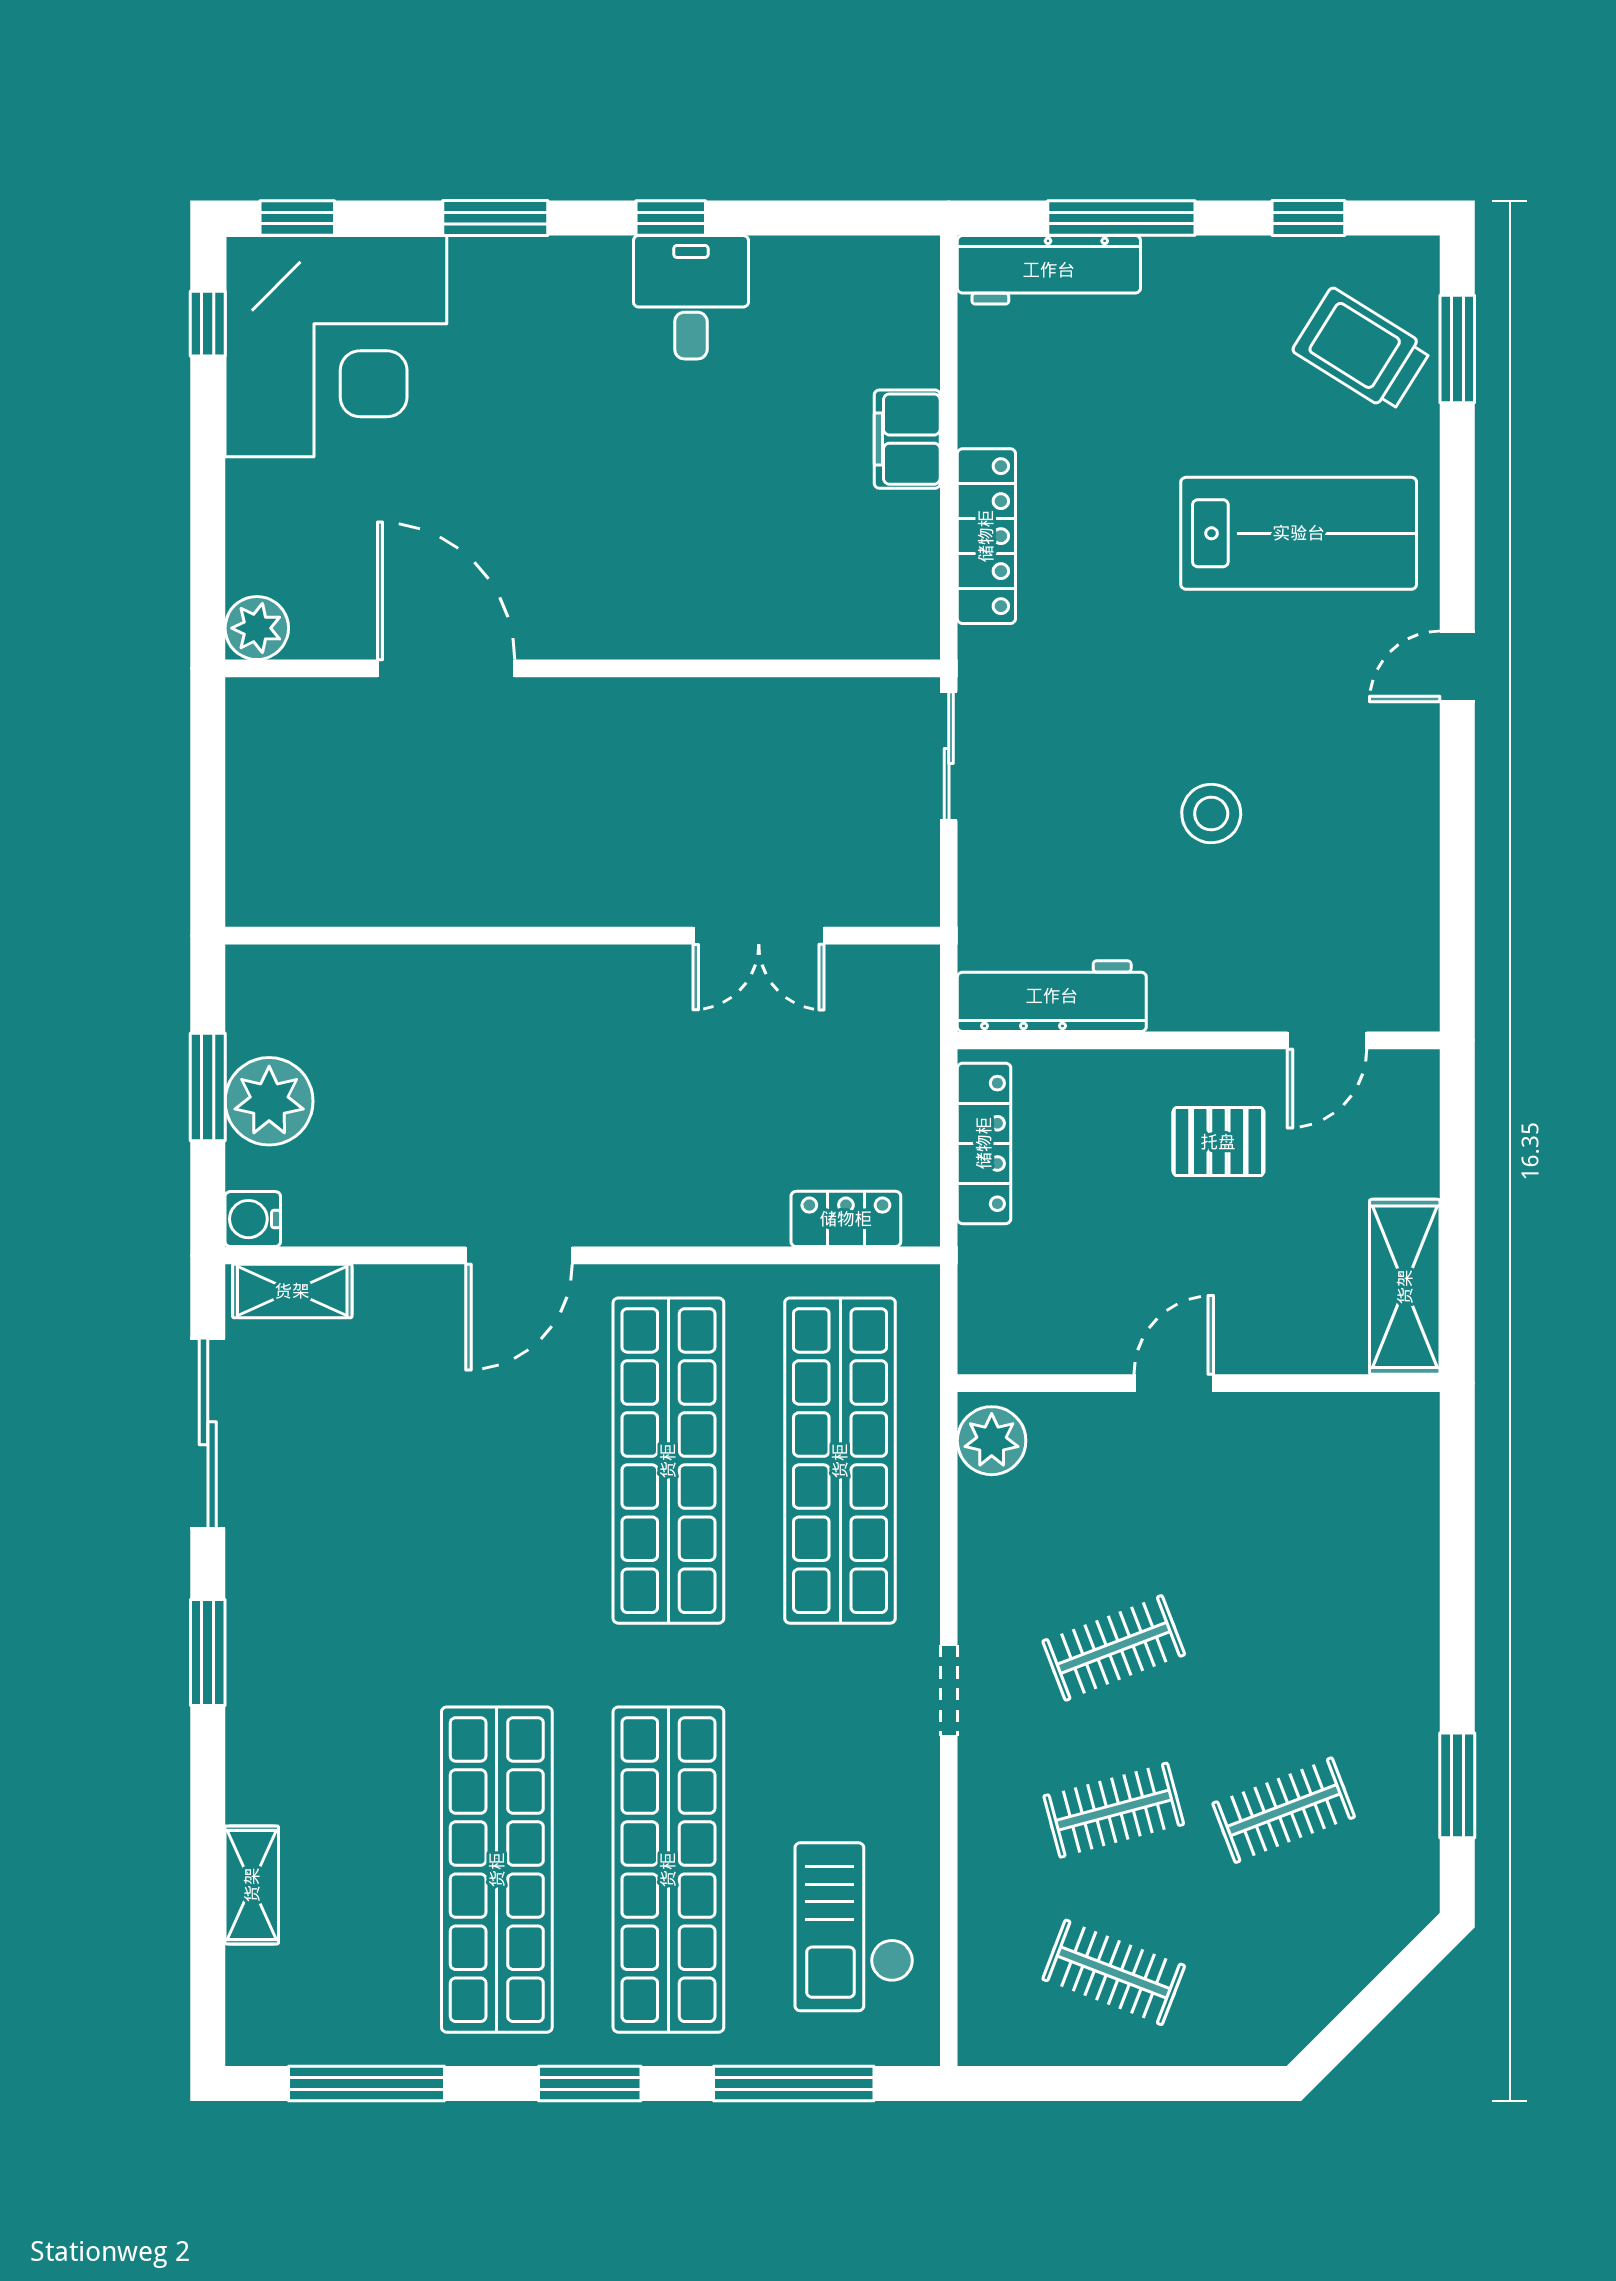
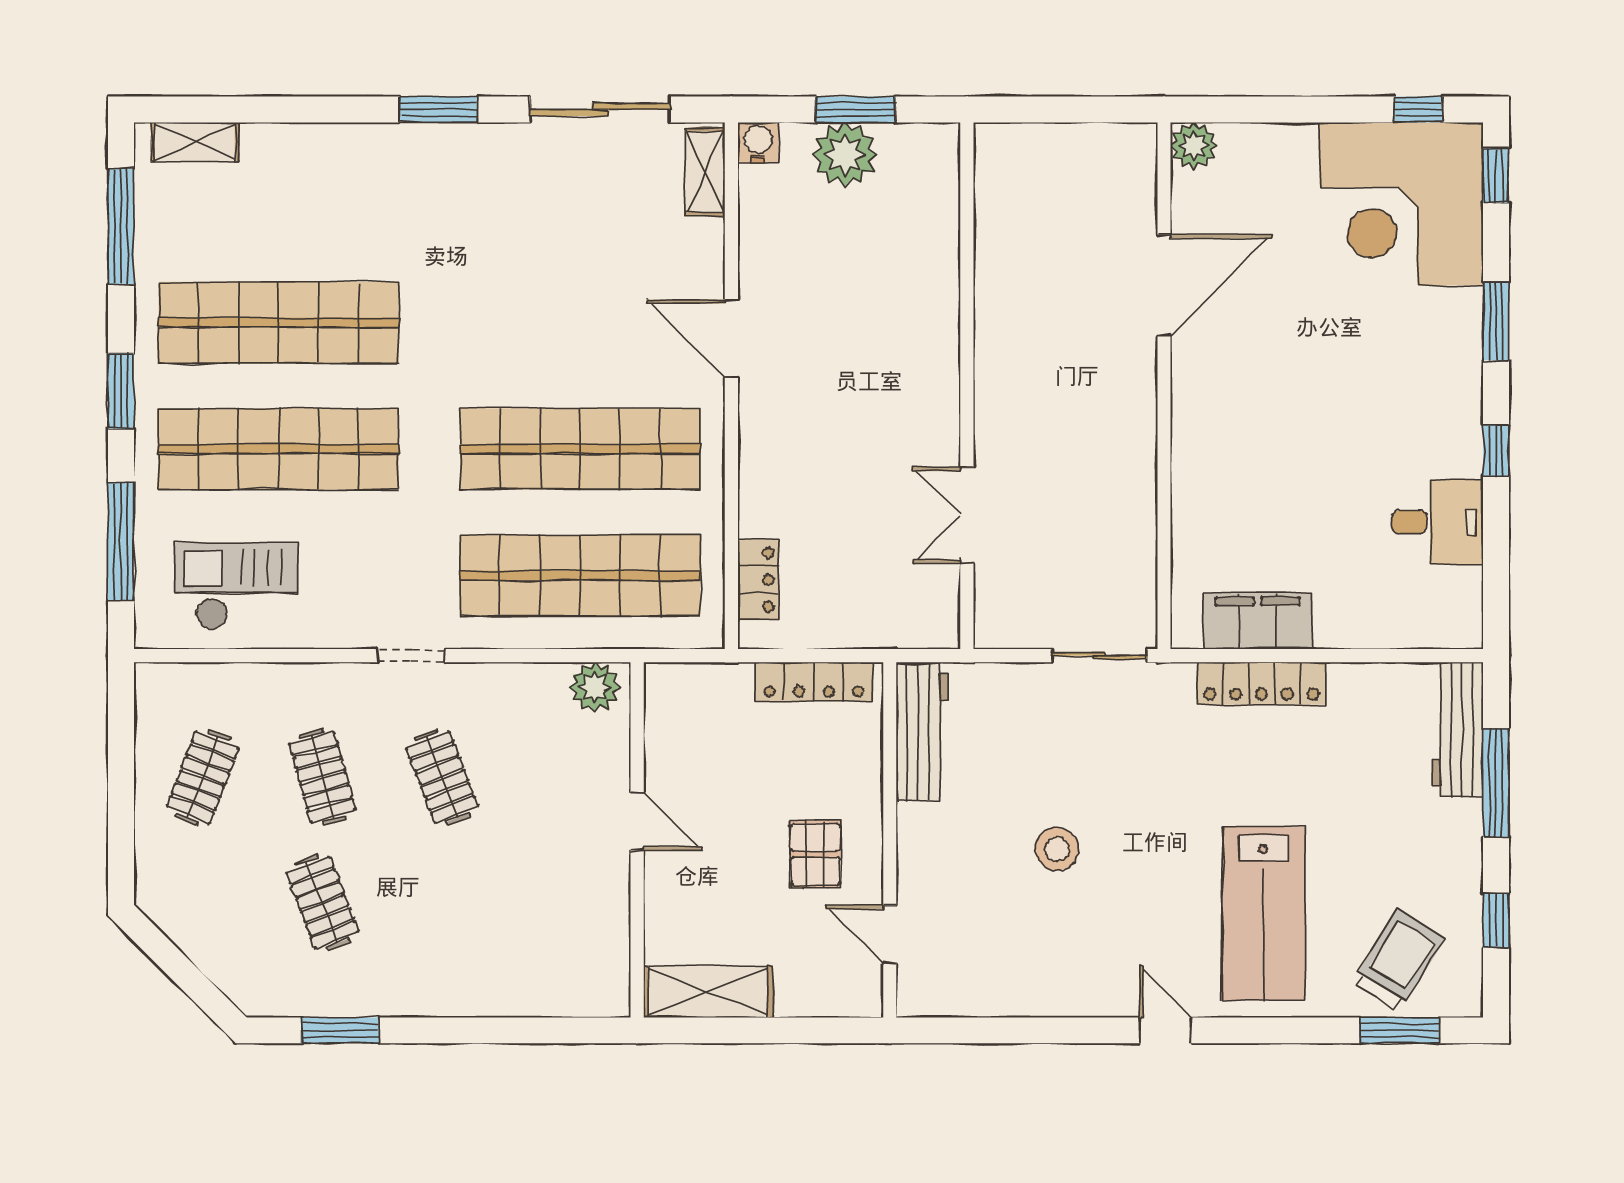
desk: (691, 297) -> (1438, 522), moved
filing cabinet: (907, 439) -> (1258, 621), moved, width x1.50, depth x1.17
shelving: (252, 1885) -> (195, 142), moved

